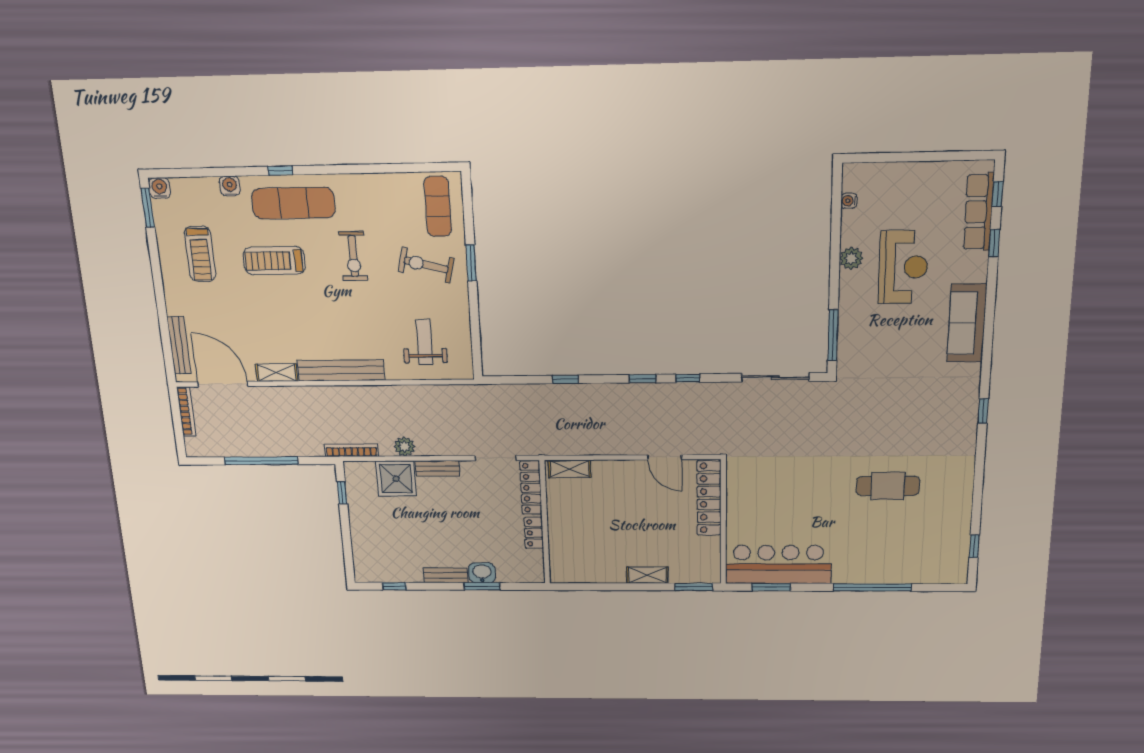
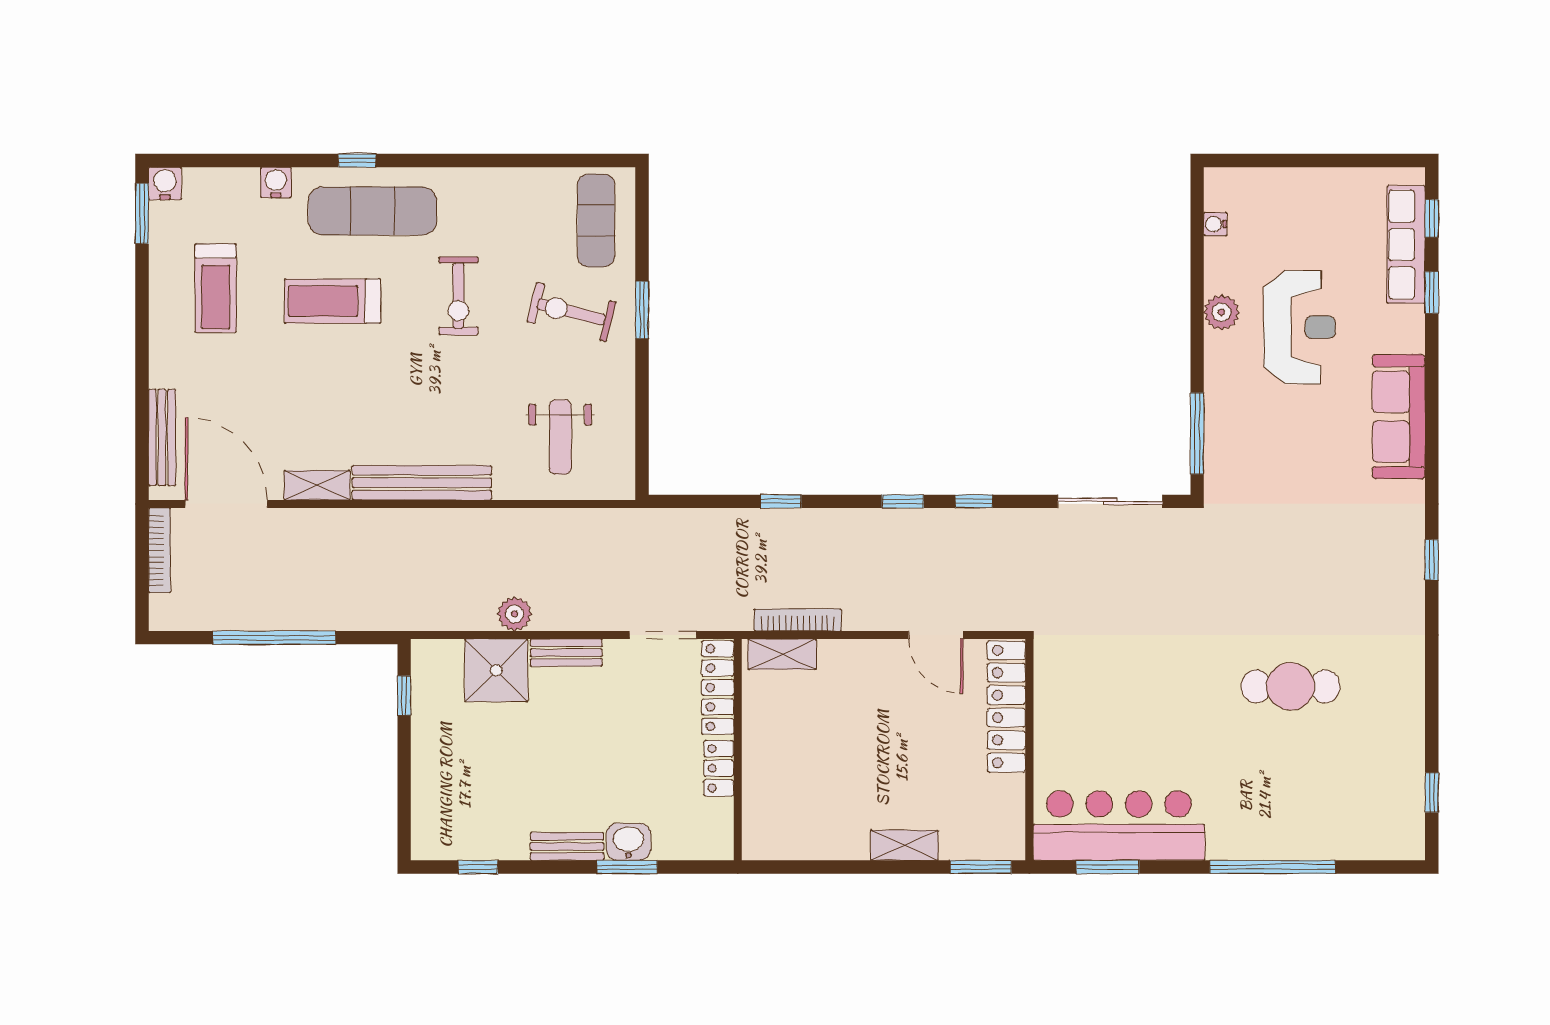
weight bench: (425, 342) -> (560, 437), turned 180
bookcase: (351, 450) -> (798, 620), moved

